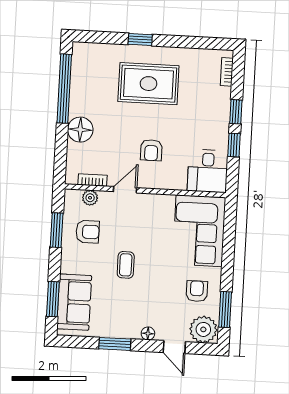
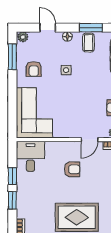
armchair: (151, 150) -> (72, 169), turned 90
coffee table: (126, 265) -> (88, 43), moved
side table: (152, 287) -> (66, 70), added
plant: (203, 329) -> (23, 37), width x0.53, depth x0.53

